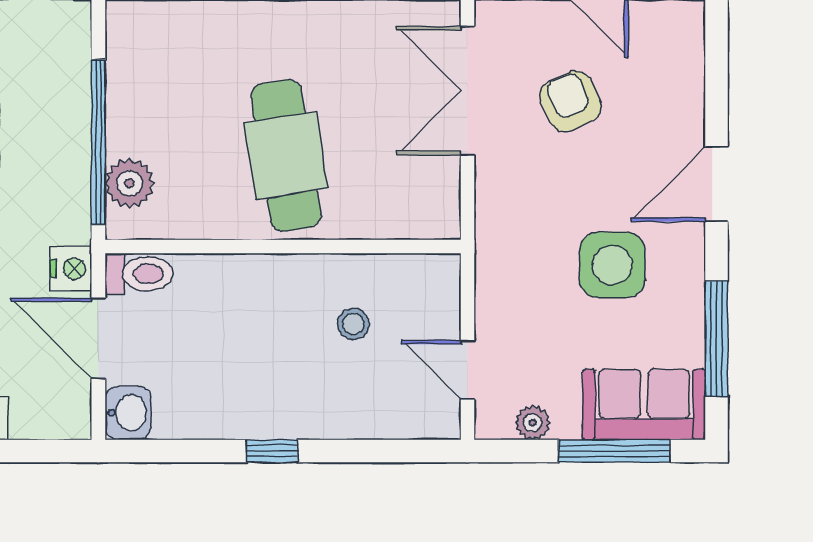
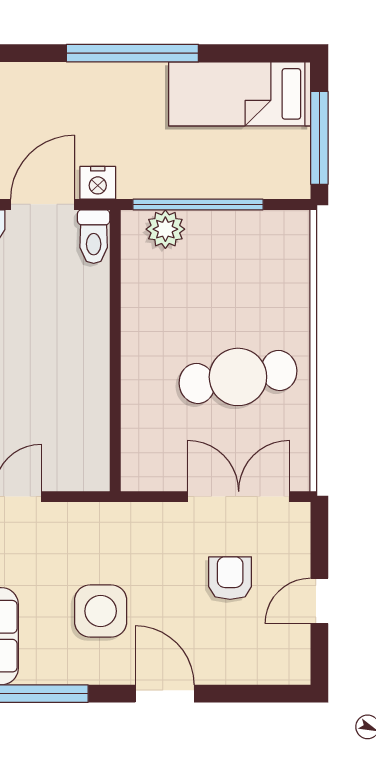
armchair: (571, 101) -> (230, 578), turned -66
cafe table: (286, 156) -> (238, 377), moved
stool: (353, 324) -> (54, 406), removed

